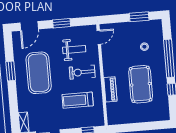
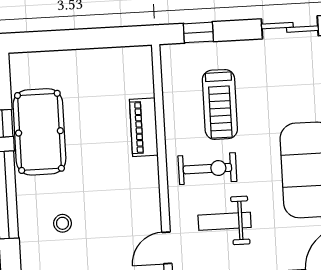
pool table: (141, 84) -> (39, 132), moved
treadmill: (78, 100) -> (220, 104), turned 90

